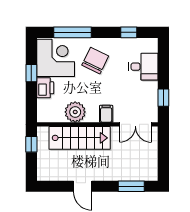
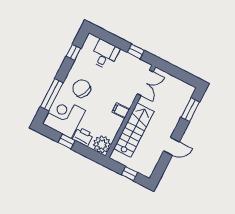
plant: (75, 112) -> (102, 144), moved
filing cabinet: (106, 114) -> (121, 111), moved
window: (31, 144) -> (130, 174), moved

